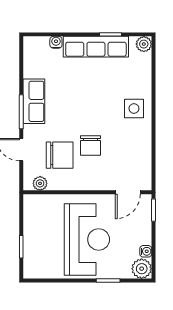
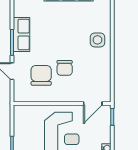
chair: (60, 155) -> (41, 75), turned -90
plant: (40, 183) -> (26, 97), removed

